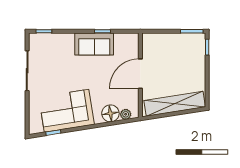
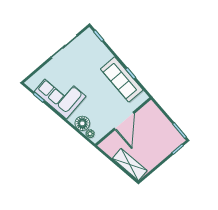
sofa: (94, 44) -> (122, 79), width x1.36
door: (140, 74) -> (124, 121), swing flipped
shelving: (175, 104) -> (130, 164), width x0.68

